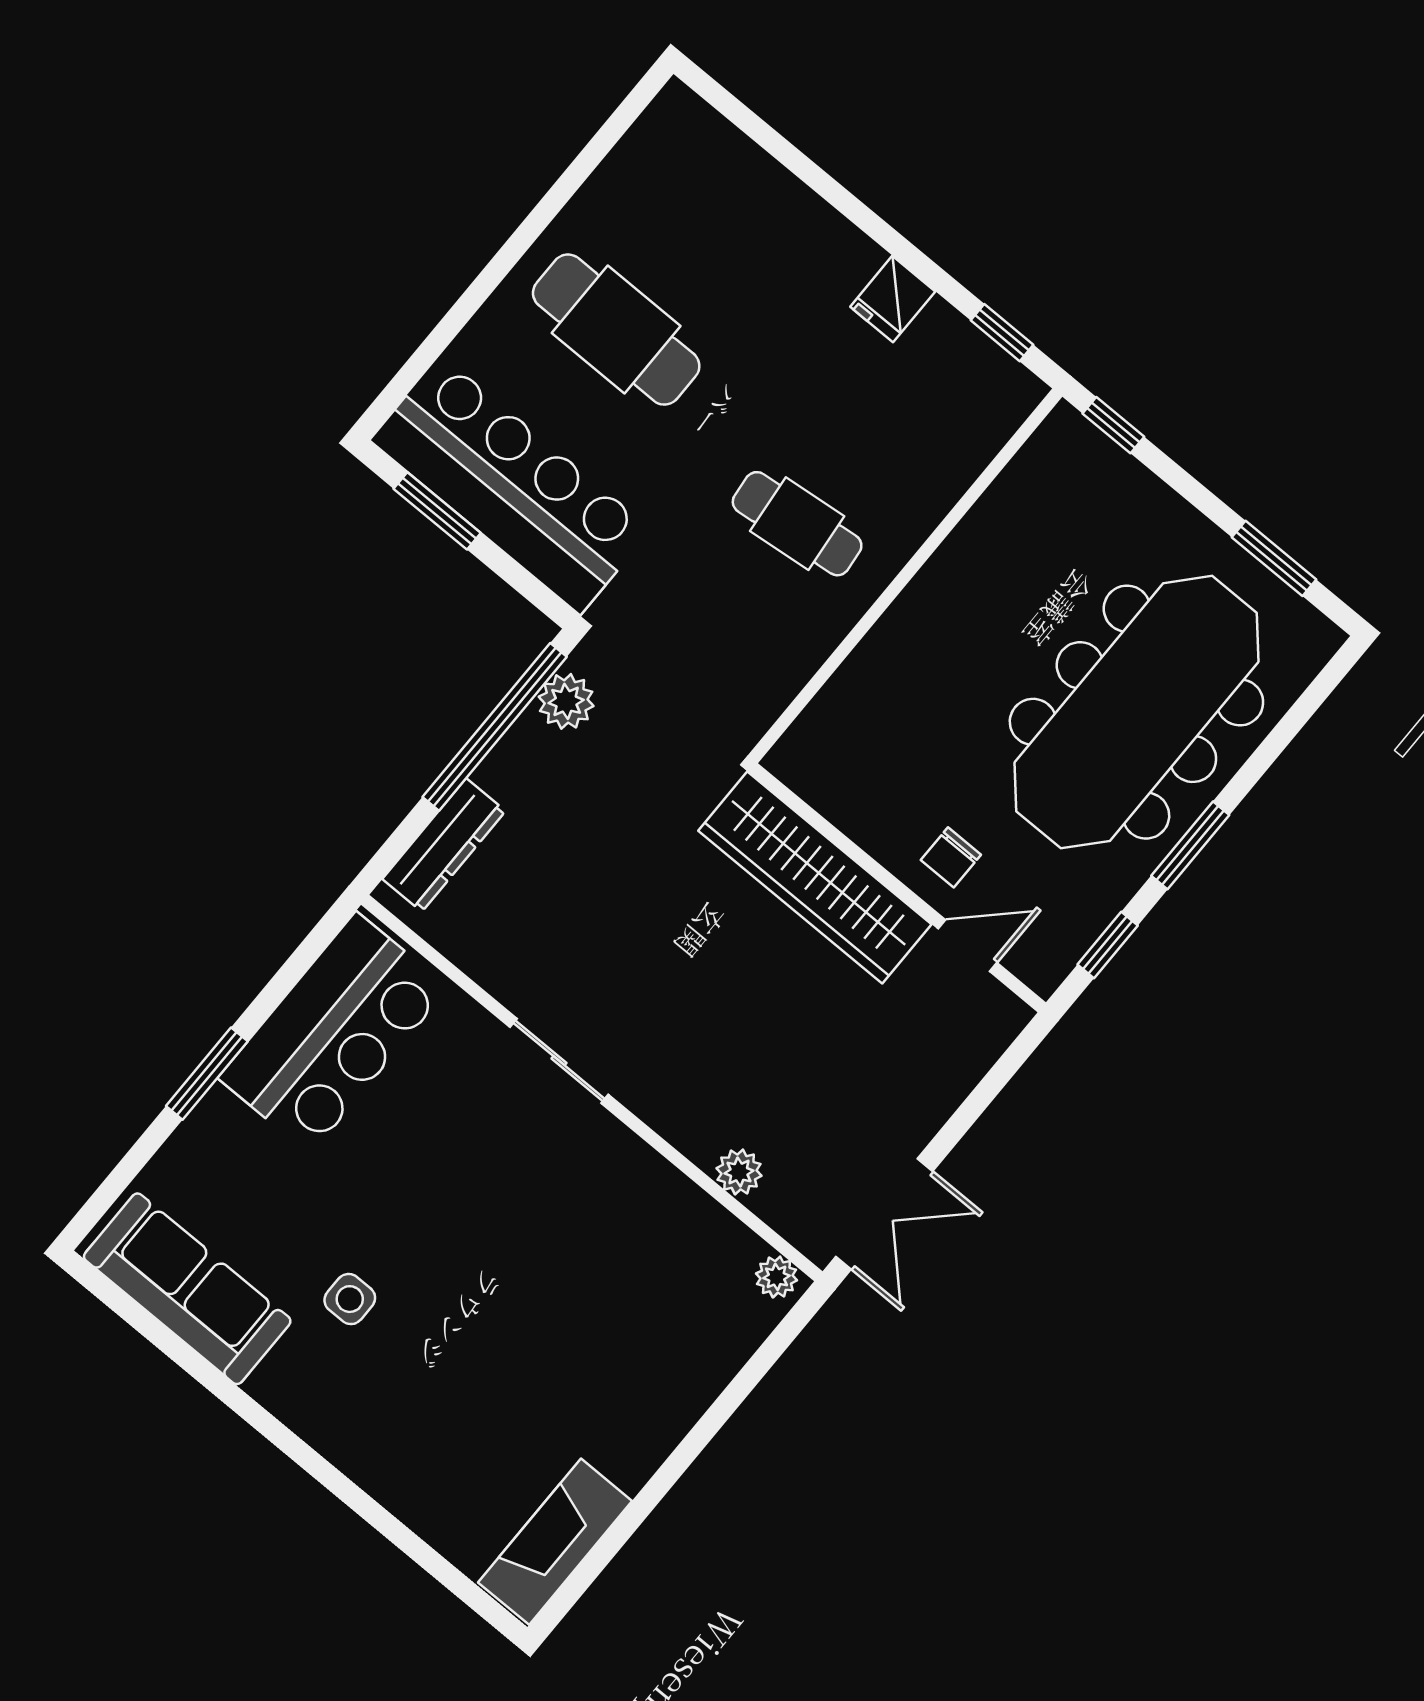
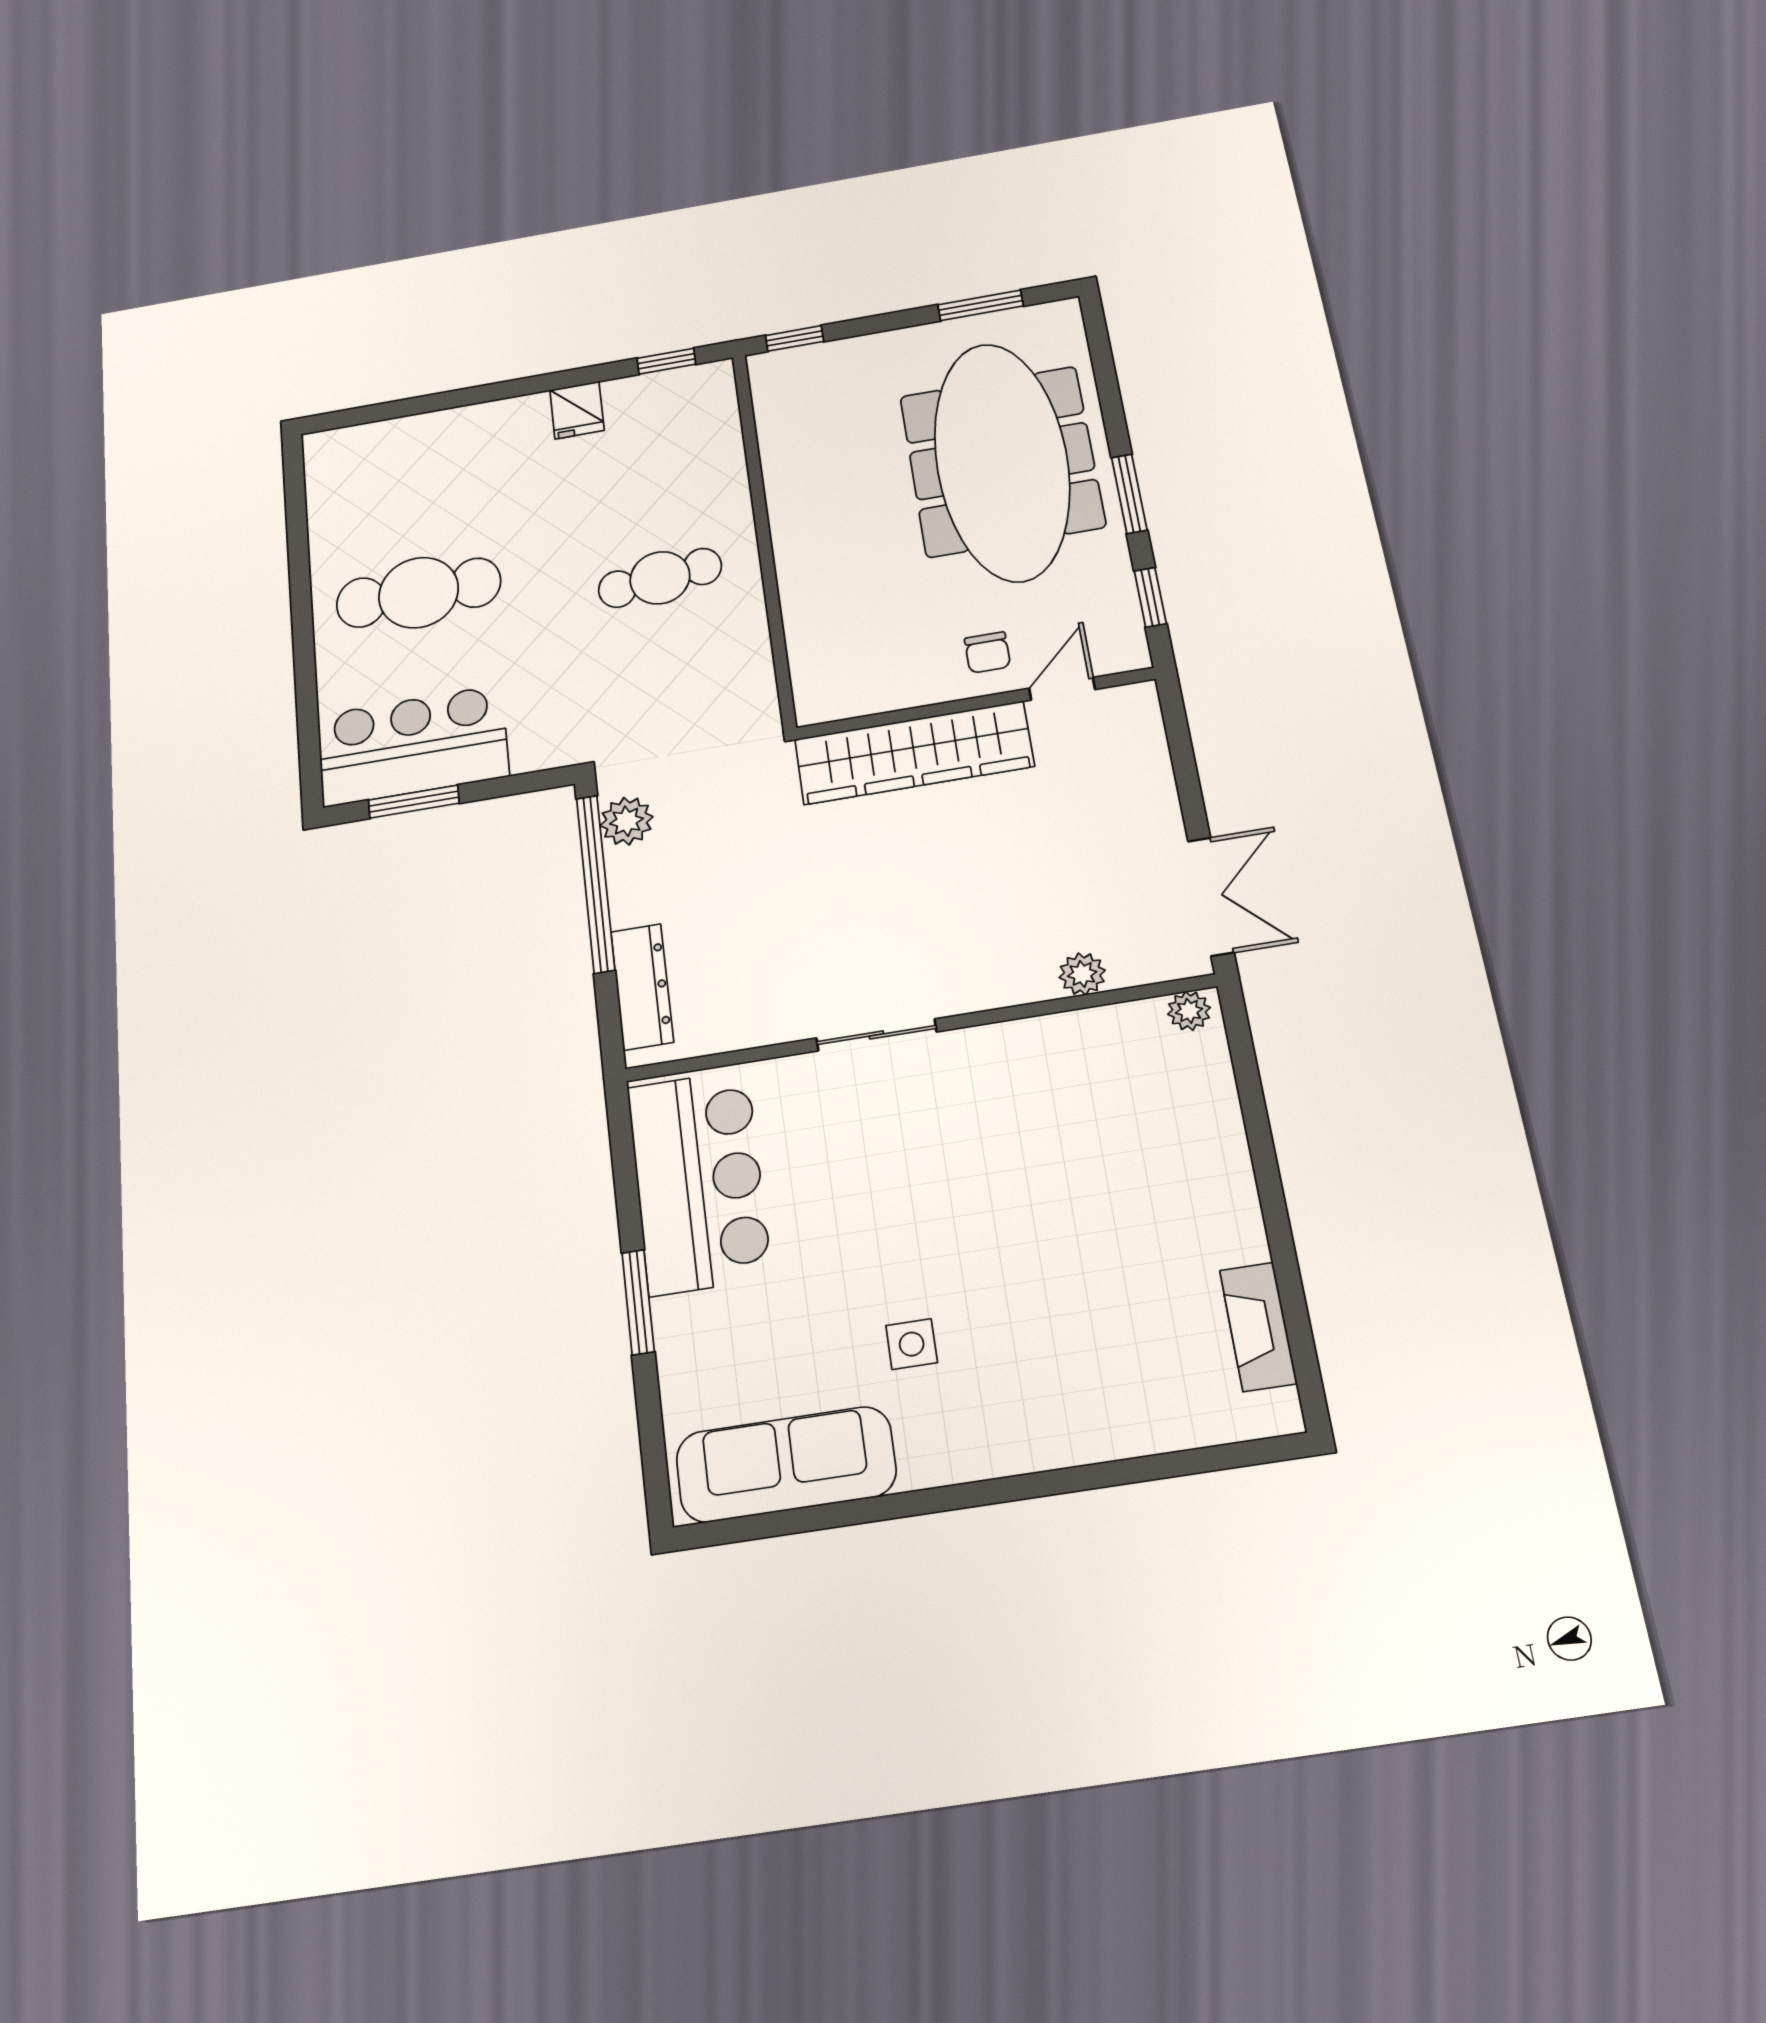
bar counter: (510, 485) -> (413, 746), width x0.73
fireplace: (555, 1542) -> (1258, 1327), width x0.73, depth x0.76

